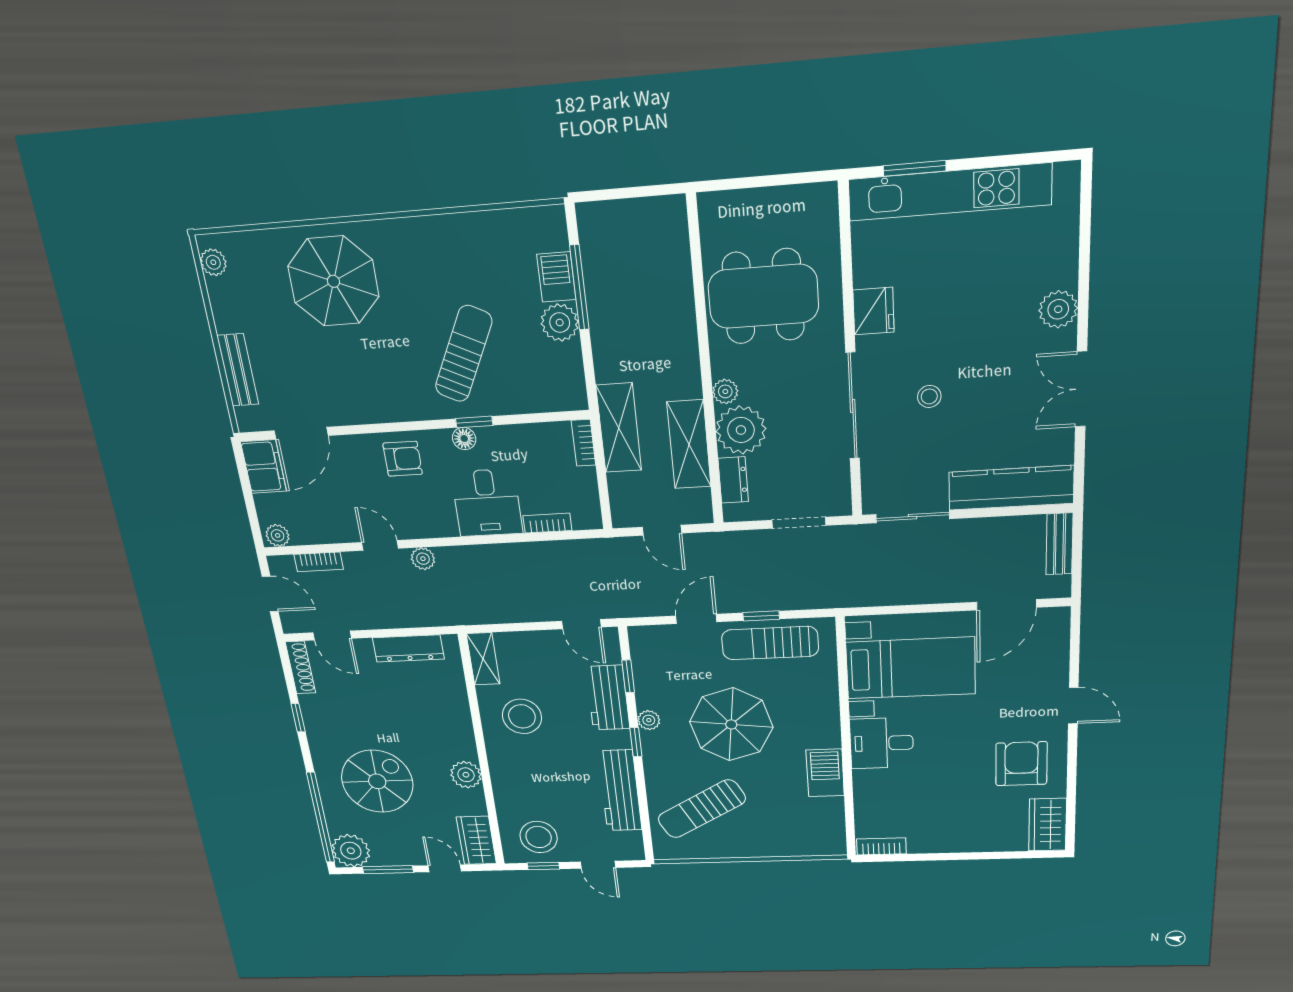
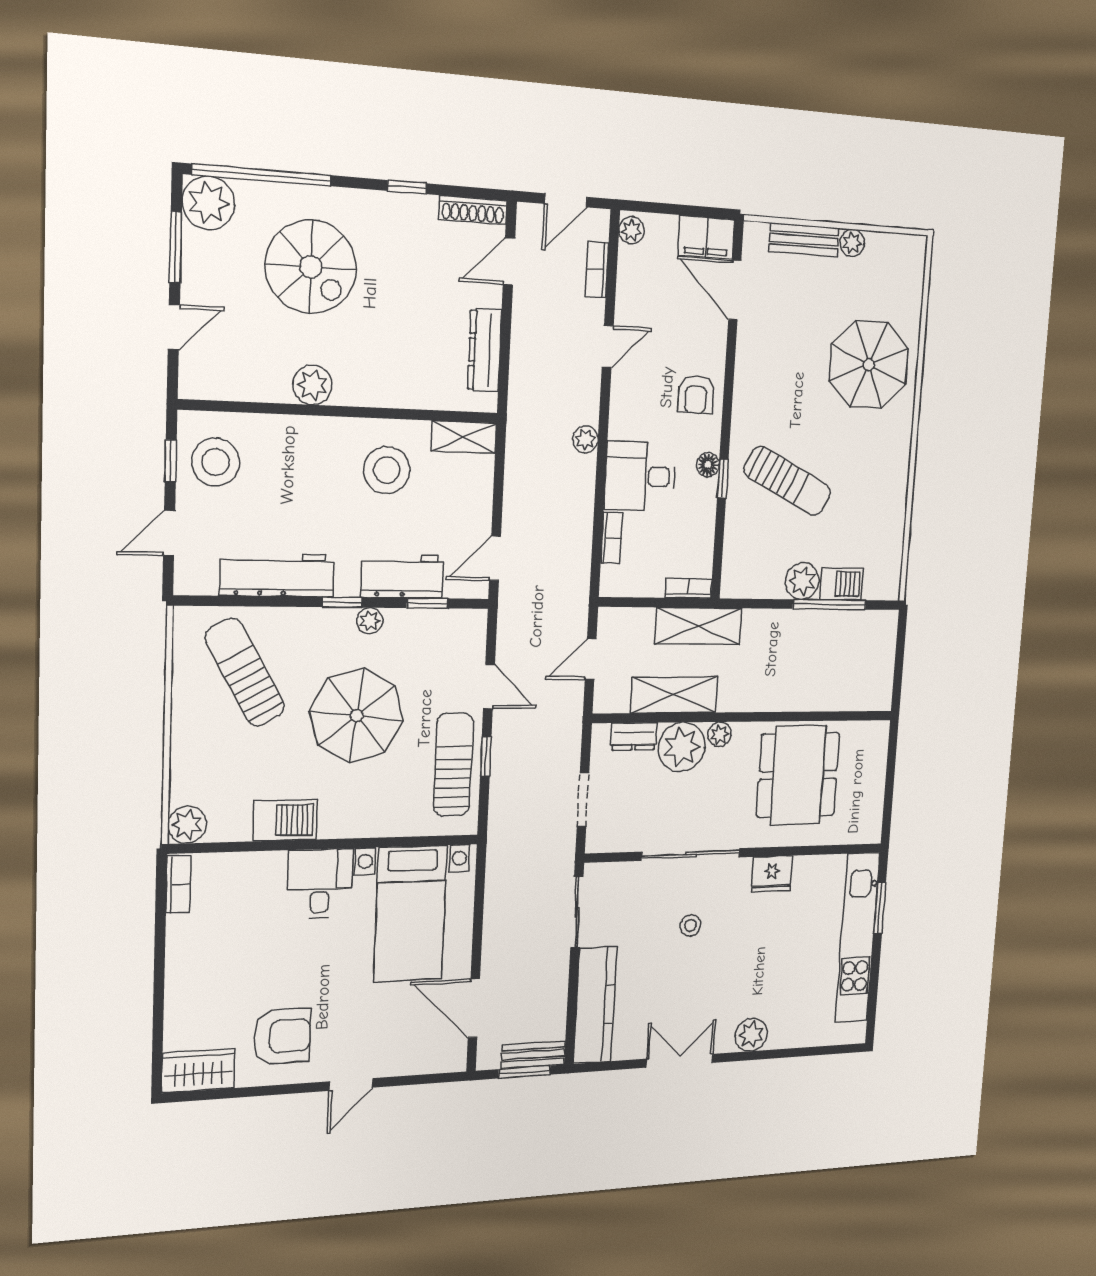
plant: (213, 262) -> (852, 243), moved
window: (1077, 551) -> (524, 1072), added
plant: (423, 559) -> (585, 439), moved
wardrobe: (476, 840) -> (215, 379), removed
plant: (831, 843) -> (187, 825), added

